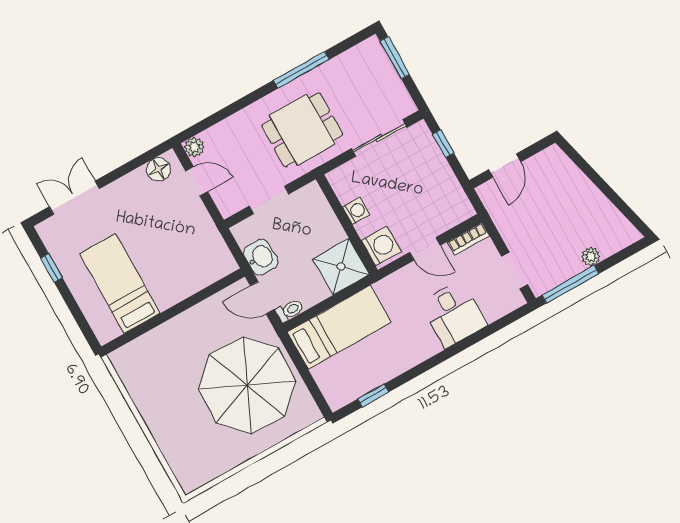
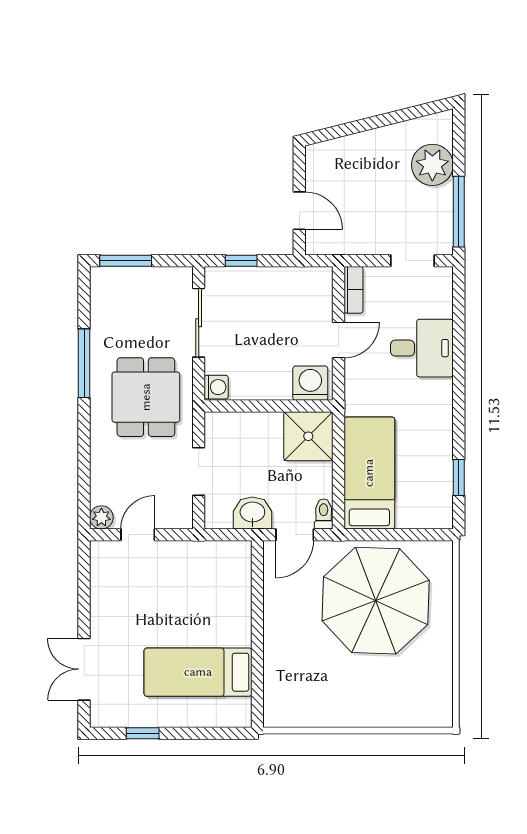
floor lamp: (159, 169) -> (103, 567), removed
washing machine: (356, 211) -> (216, 387), moved, turned 90
plant: (591, 257) -> (432, 165), width x1.88, depth x1.88

